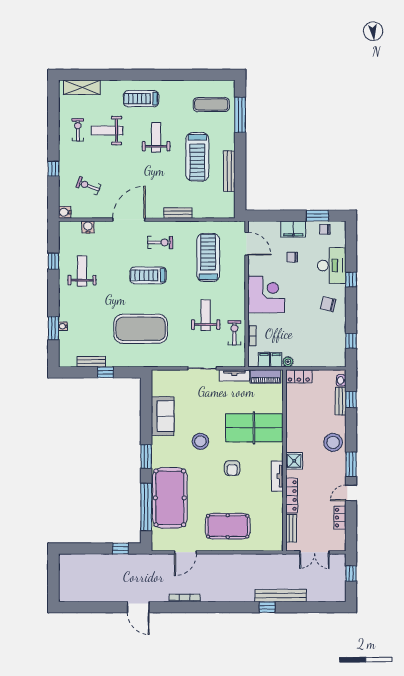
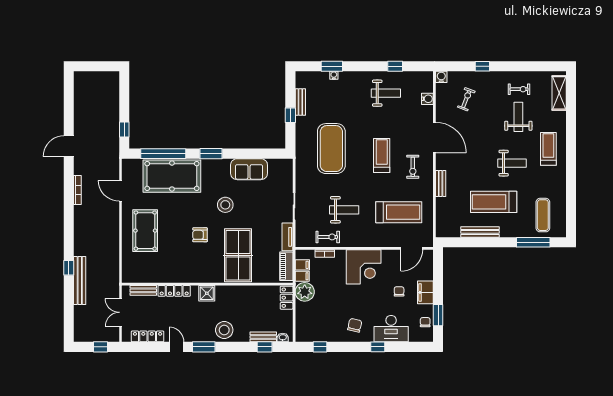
plant: (288, 362) -> (305, 292), width x1.87, depth x1.87
tv unit: (277, 476) -> (192, 277), removed
locker: (340, 518) -> (148, 336), width x1.53

